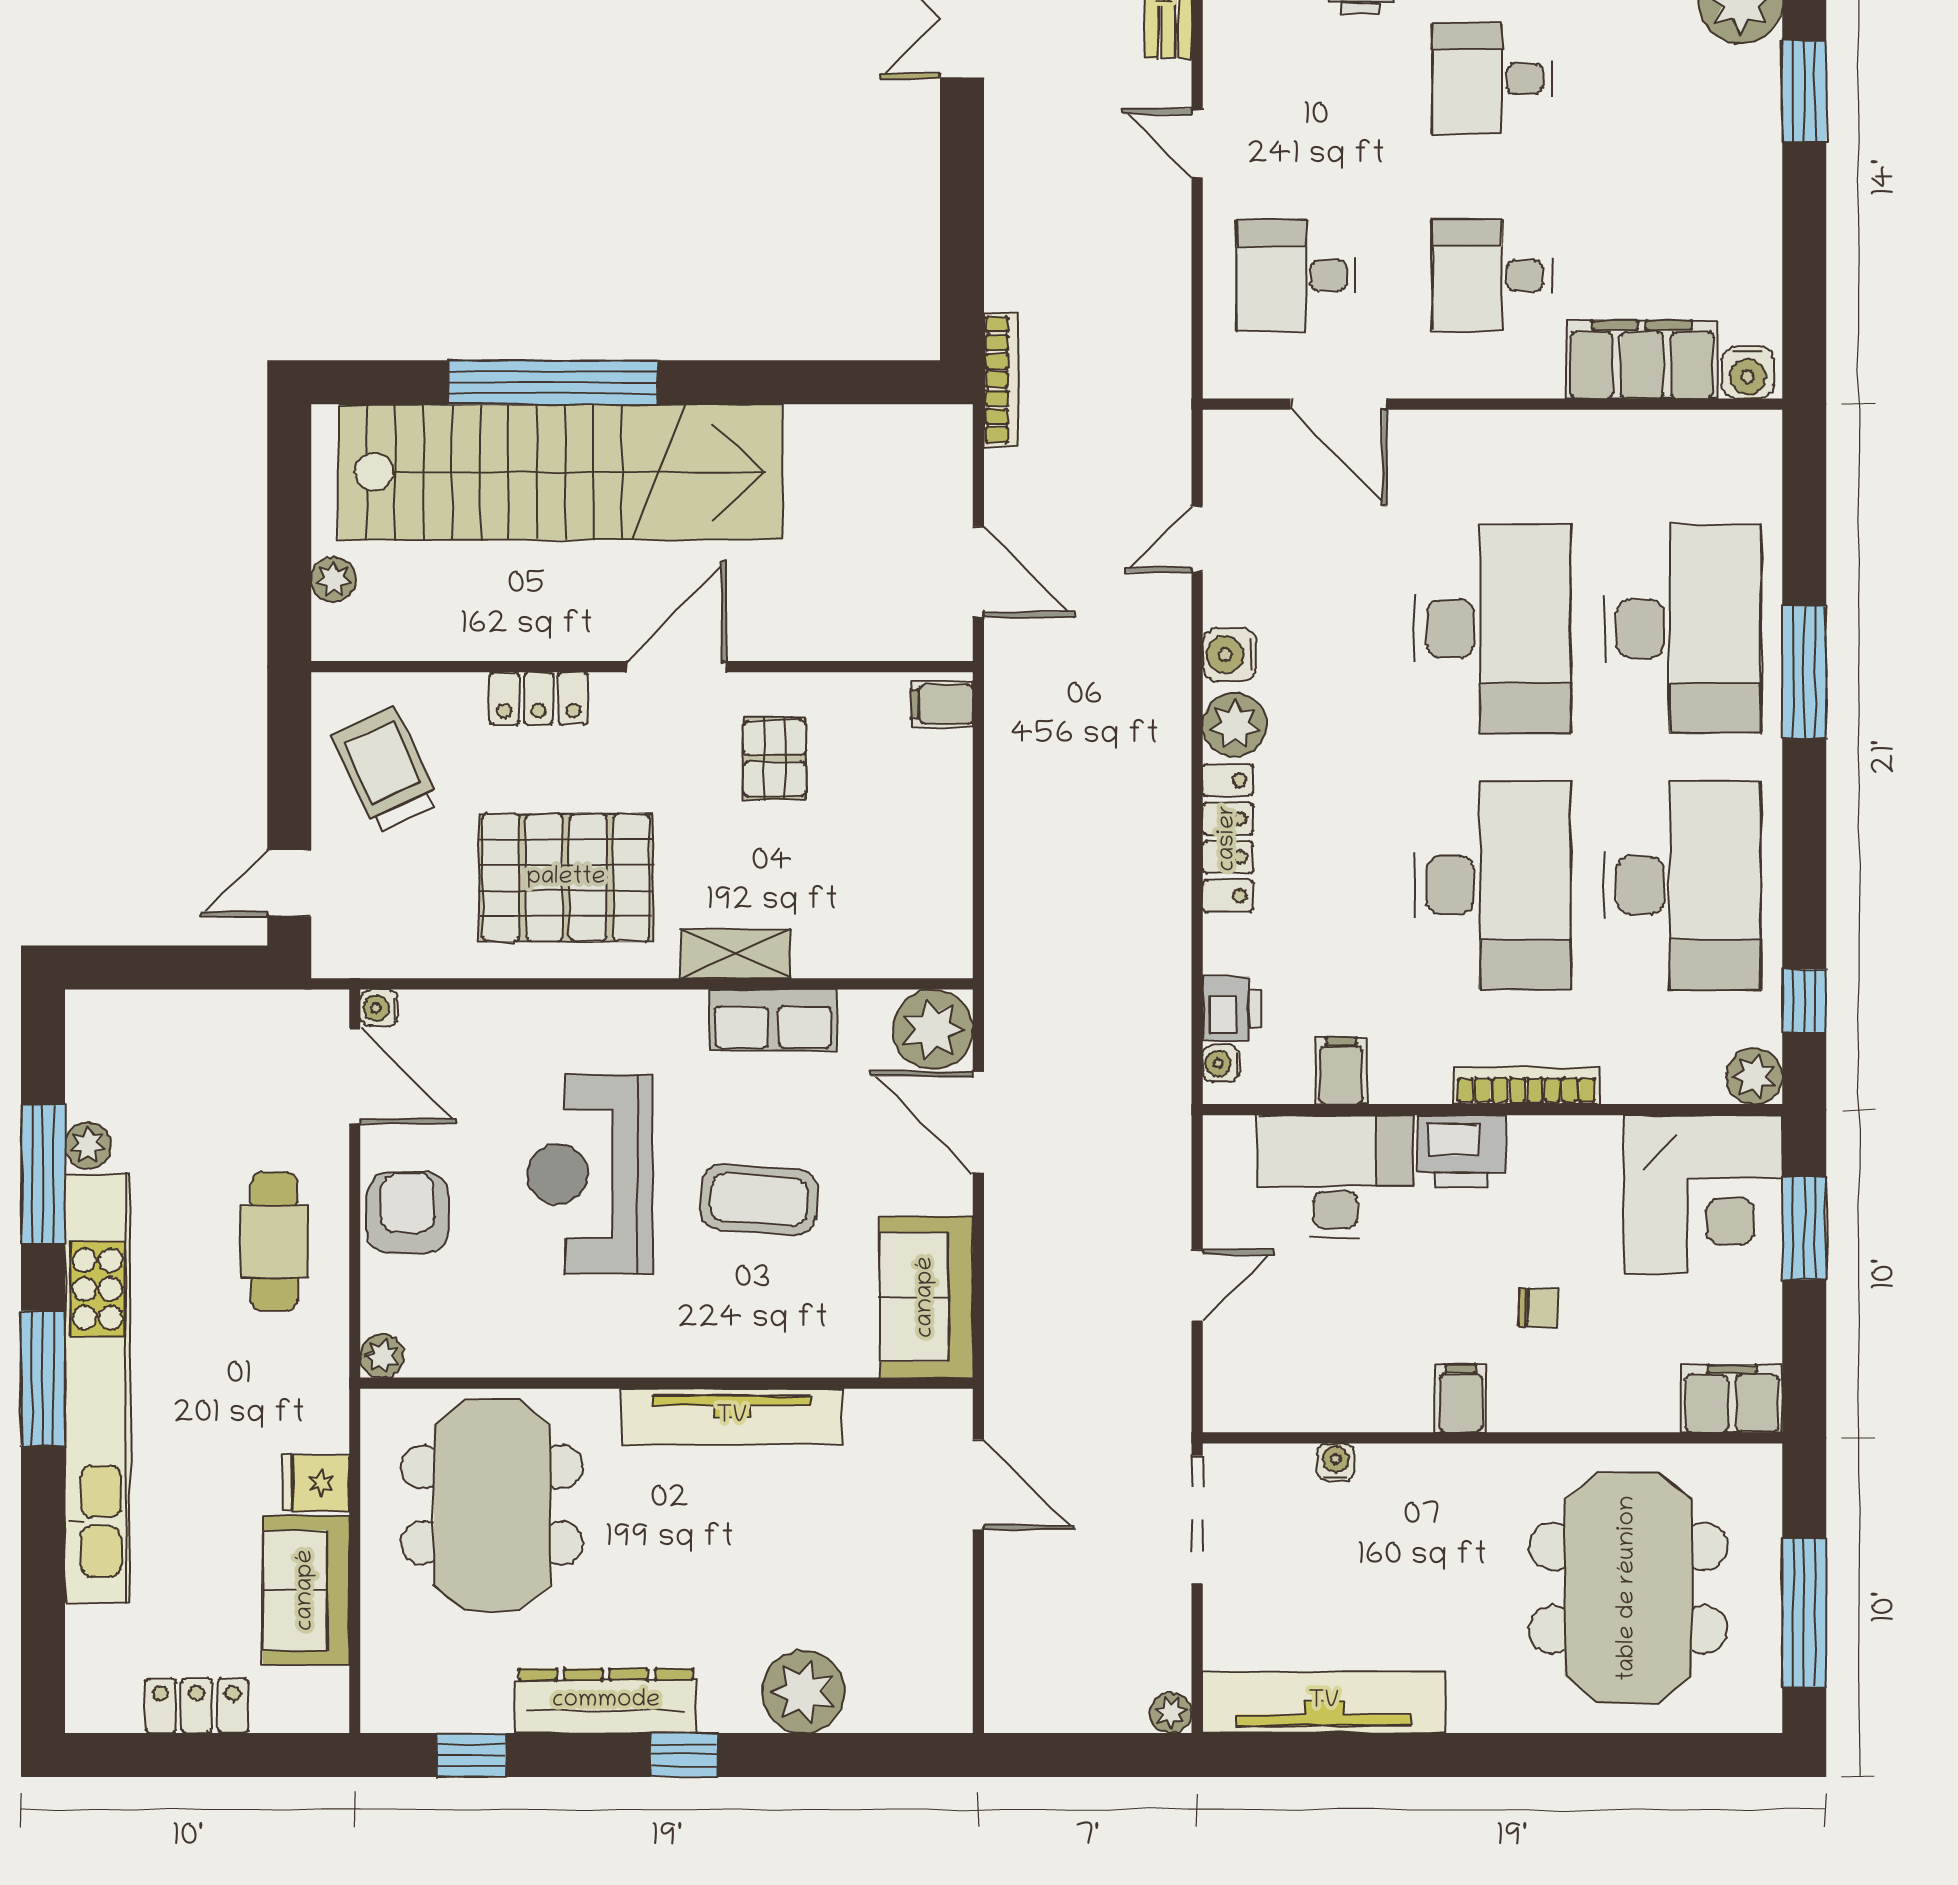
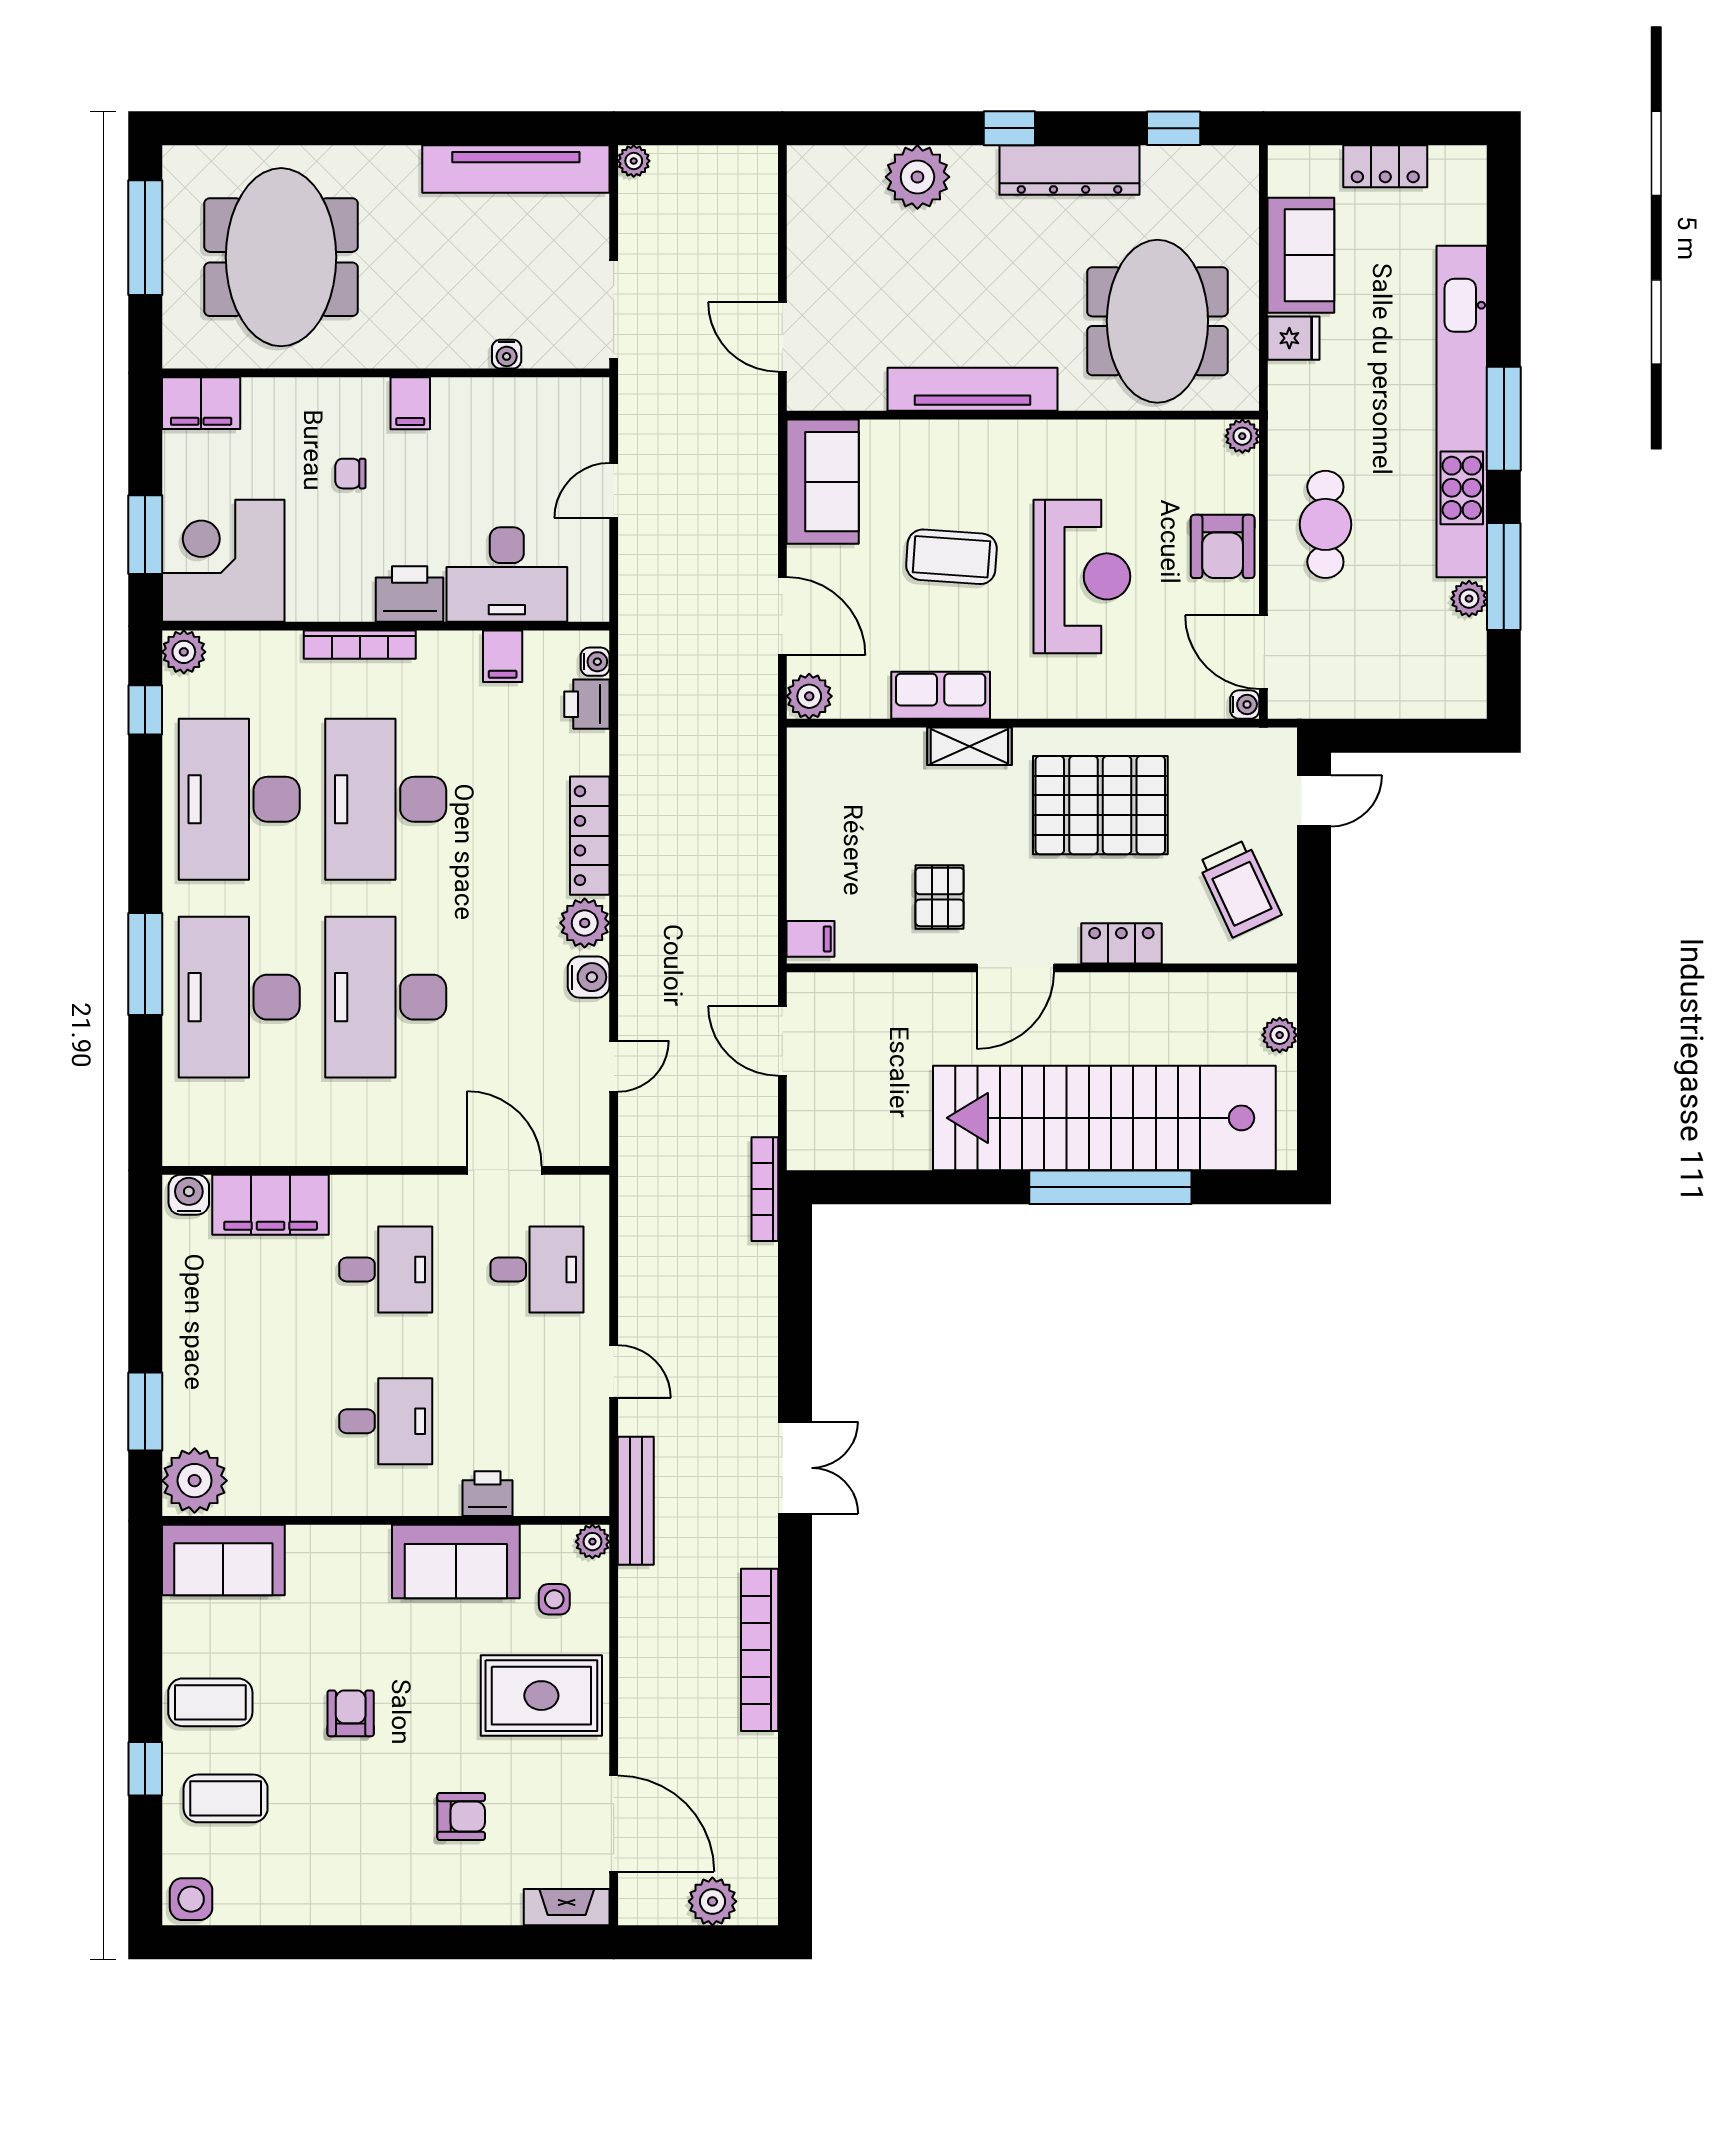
plant: (933, 1029) -> (809, 696), width x0.73, depth x0.73

